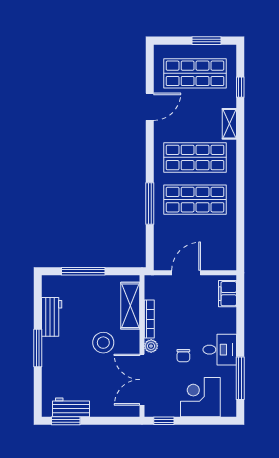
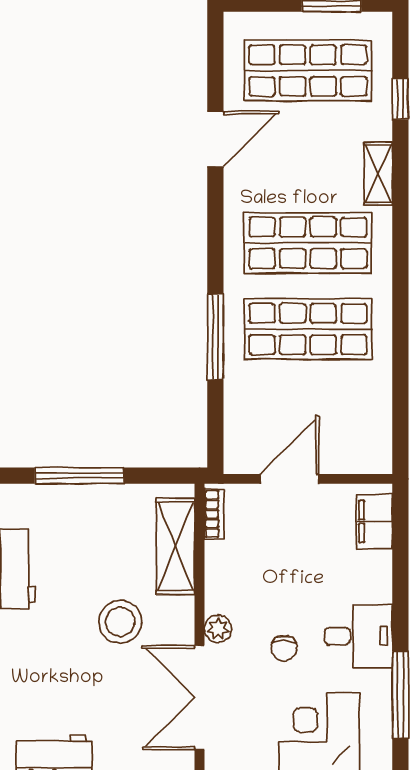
bookcase: (149, 319) -> (214, 514), moved, width x0.64

